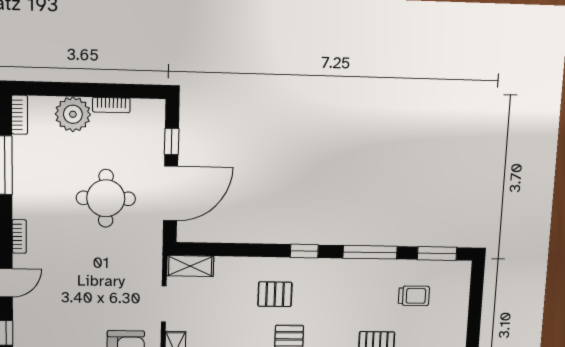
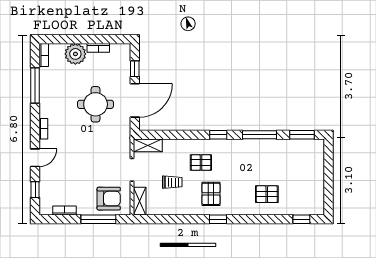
trolley: (414, 296) -> (172, 182), moved

